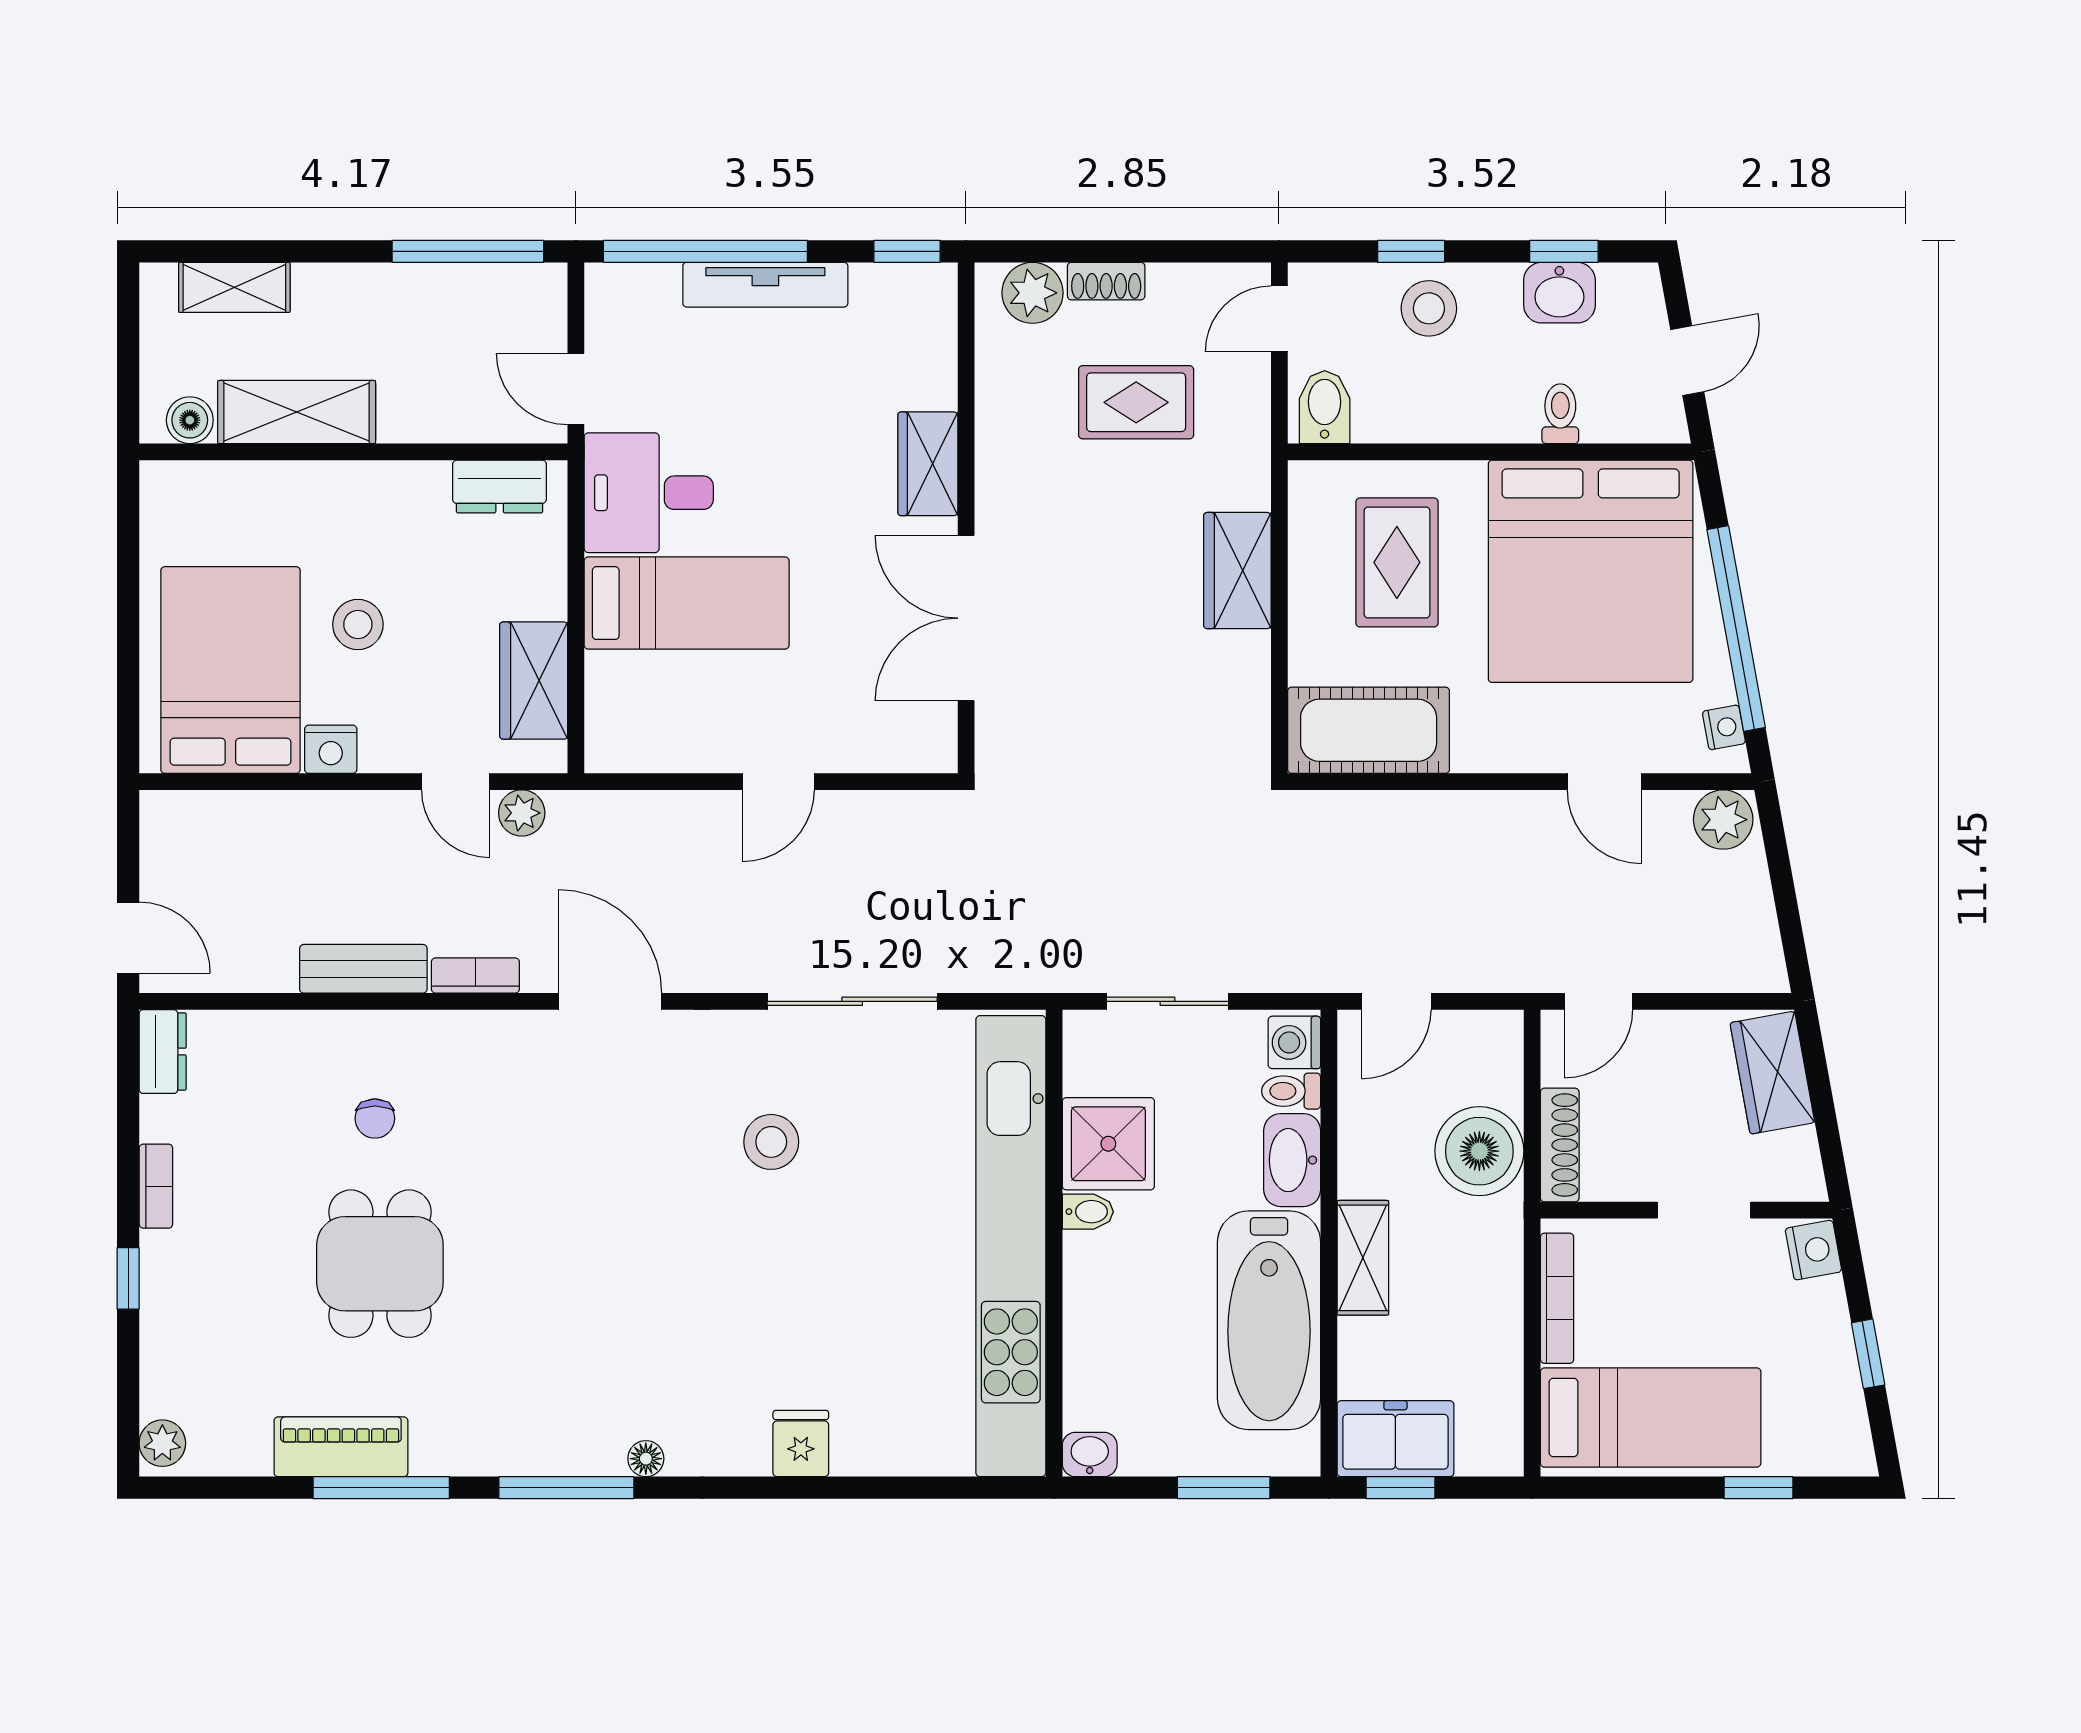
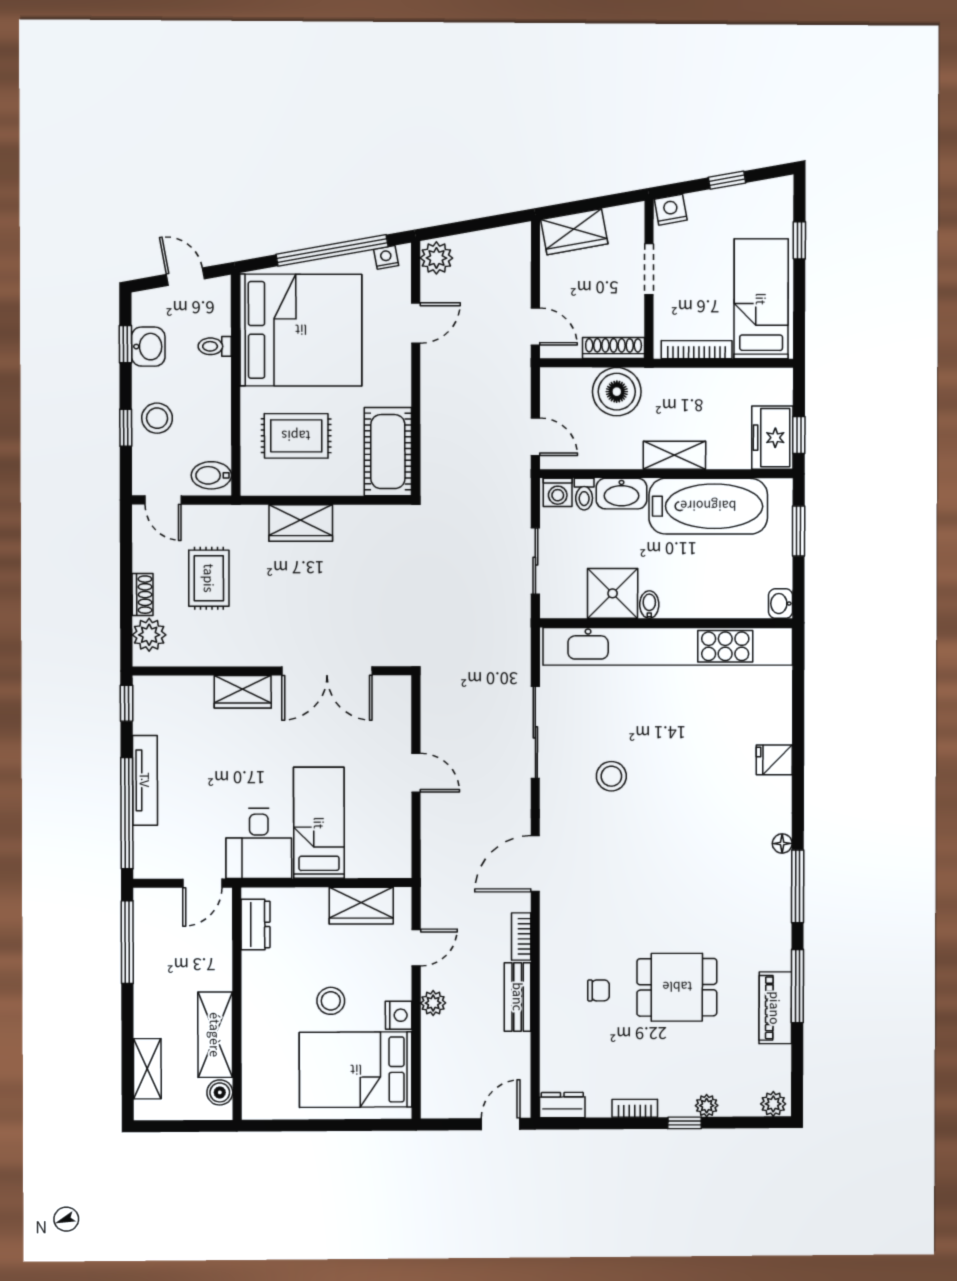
plant: (522, 813) -> (433, 1003), moved
plant: (160, 1319) -> (707, 1106), added

